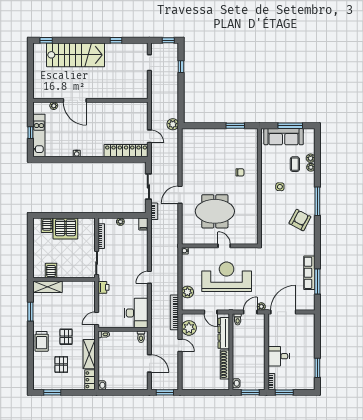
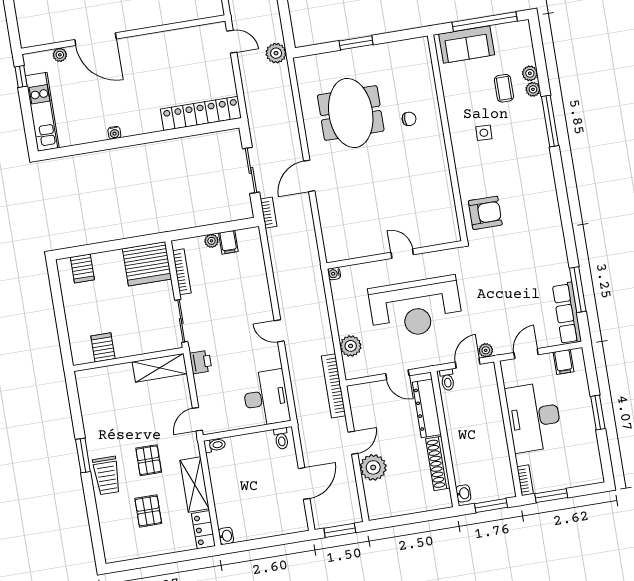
window: (235, 126) -> (356, 43), moved
window: (290, 126) -> (485, 22), width x1.46
window: (30, 133) -> (21, 77), moved
door: (149, 136) -> (232, 42), moved
sofa: (284, 137) -> (467, 44), width x0.73
window: (317, 201) -> (550, 121), moved
meeting table: (215, 211) -> (351, 113), moved, turned 90
armchair: (300, 220) -> (485, 213), moved, turned 62
filing cabinet: (143, 224) -> (228, 242), moved
server rack: (65, 229) -> (147, 264), moved
row of seats: (309, 273) -> (567, 313), moved
door: (149, 277) -> (279, 331), hinge flipped
reception desk: (227, 277) -> (416, 308), turned 180
shelving: (47, 287) -> (160, 368), moved
window: (30, 312) -> (83, 456), moved
door: (283, 312) -> (526, 354), width x0.53
filing cabinet: (303, 320) -> (564, 362), added
plant: (189, 328) -> (373, 467), moved
door: (180, 345) -> (353, 443), hinge flipped
desk: (279, 356) -> (534, 417), width x1.87, depth x1.30
door: (149, 363) -> (304, 483), hinge flipped
window: (317, 368) -> (598, 413), moved
window: (52, 392) -> (140, 563), removed

